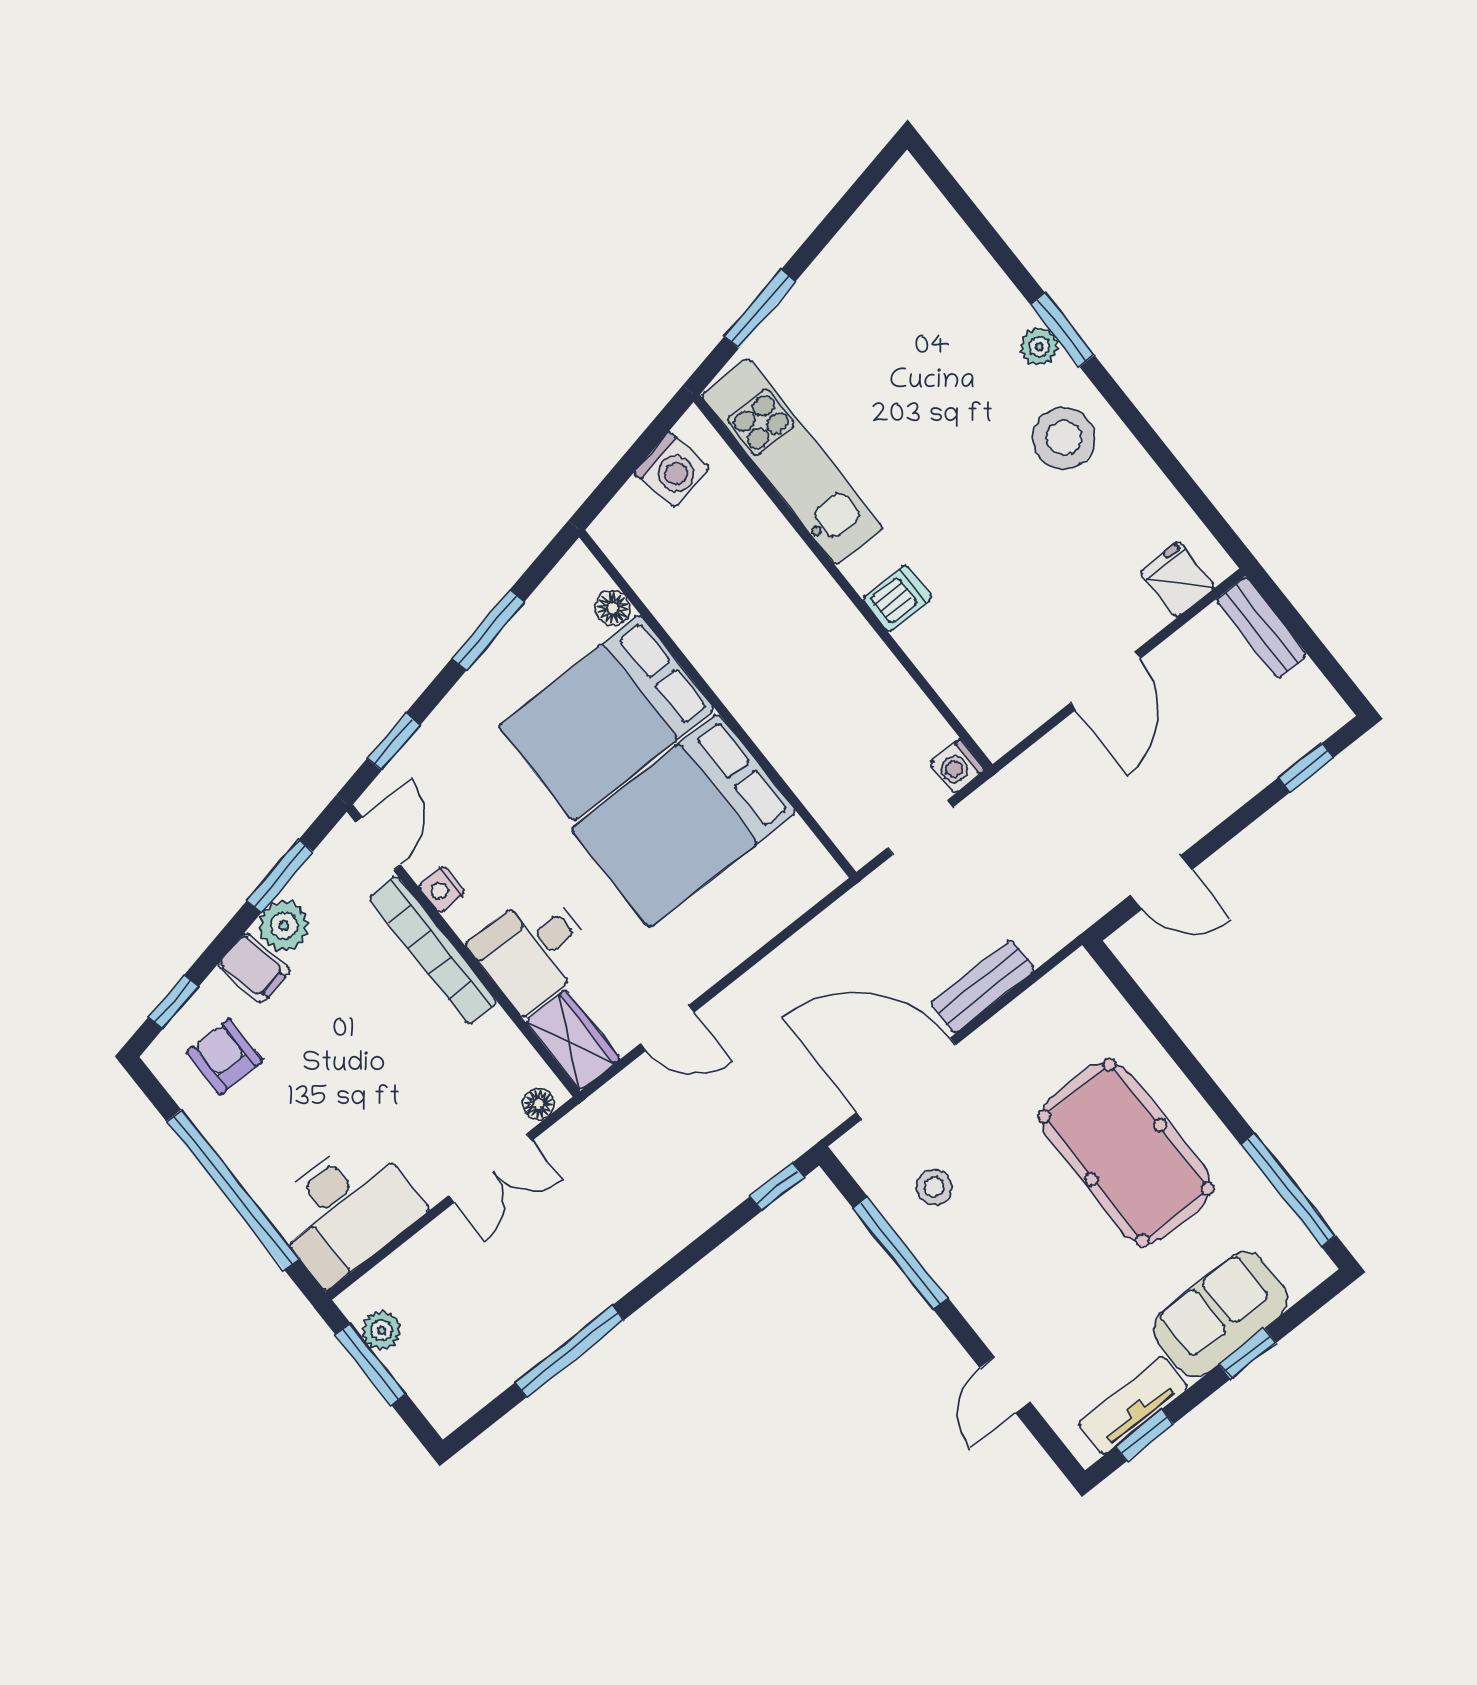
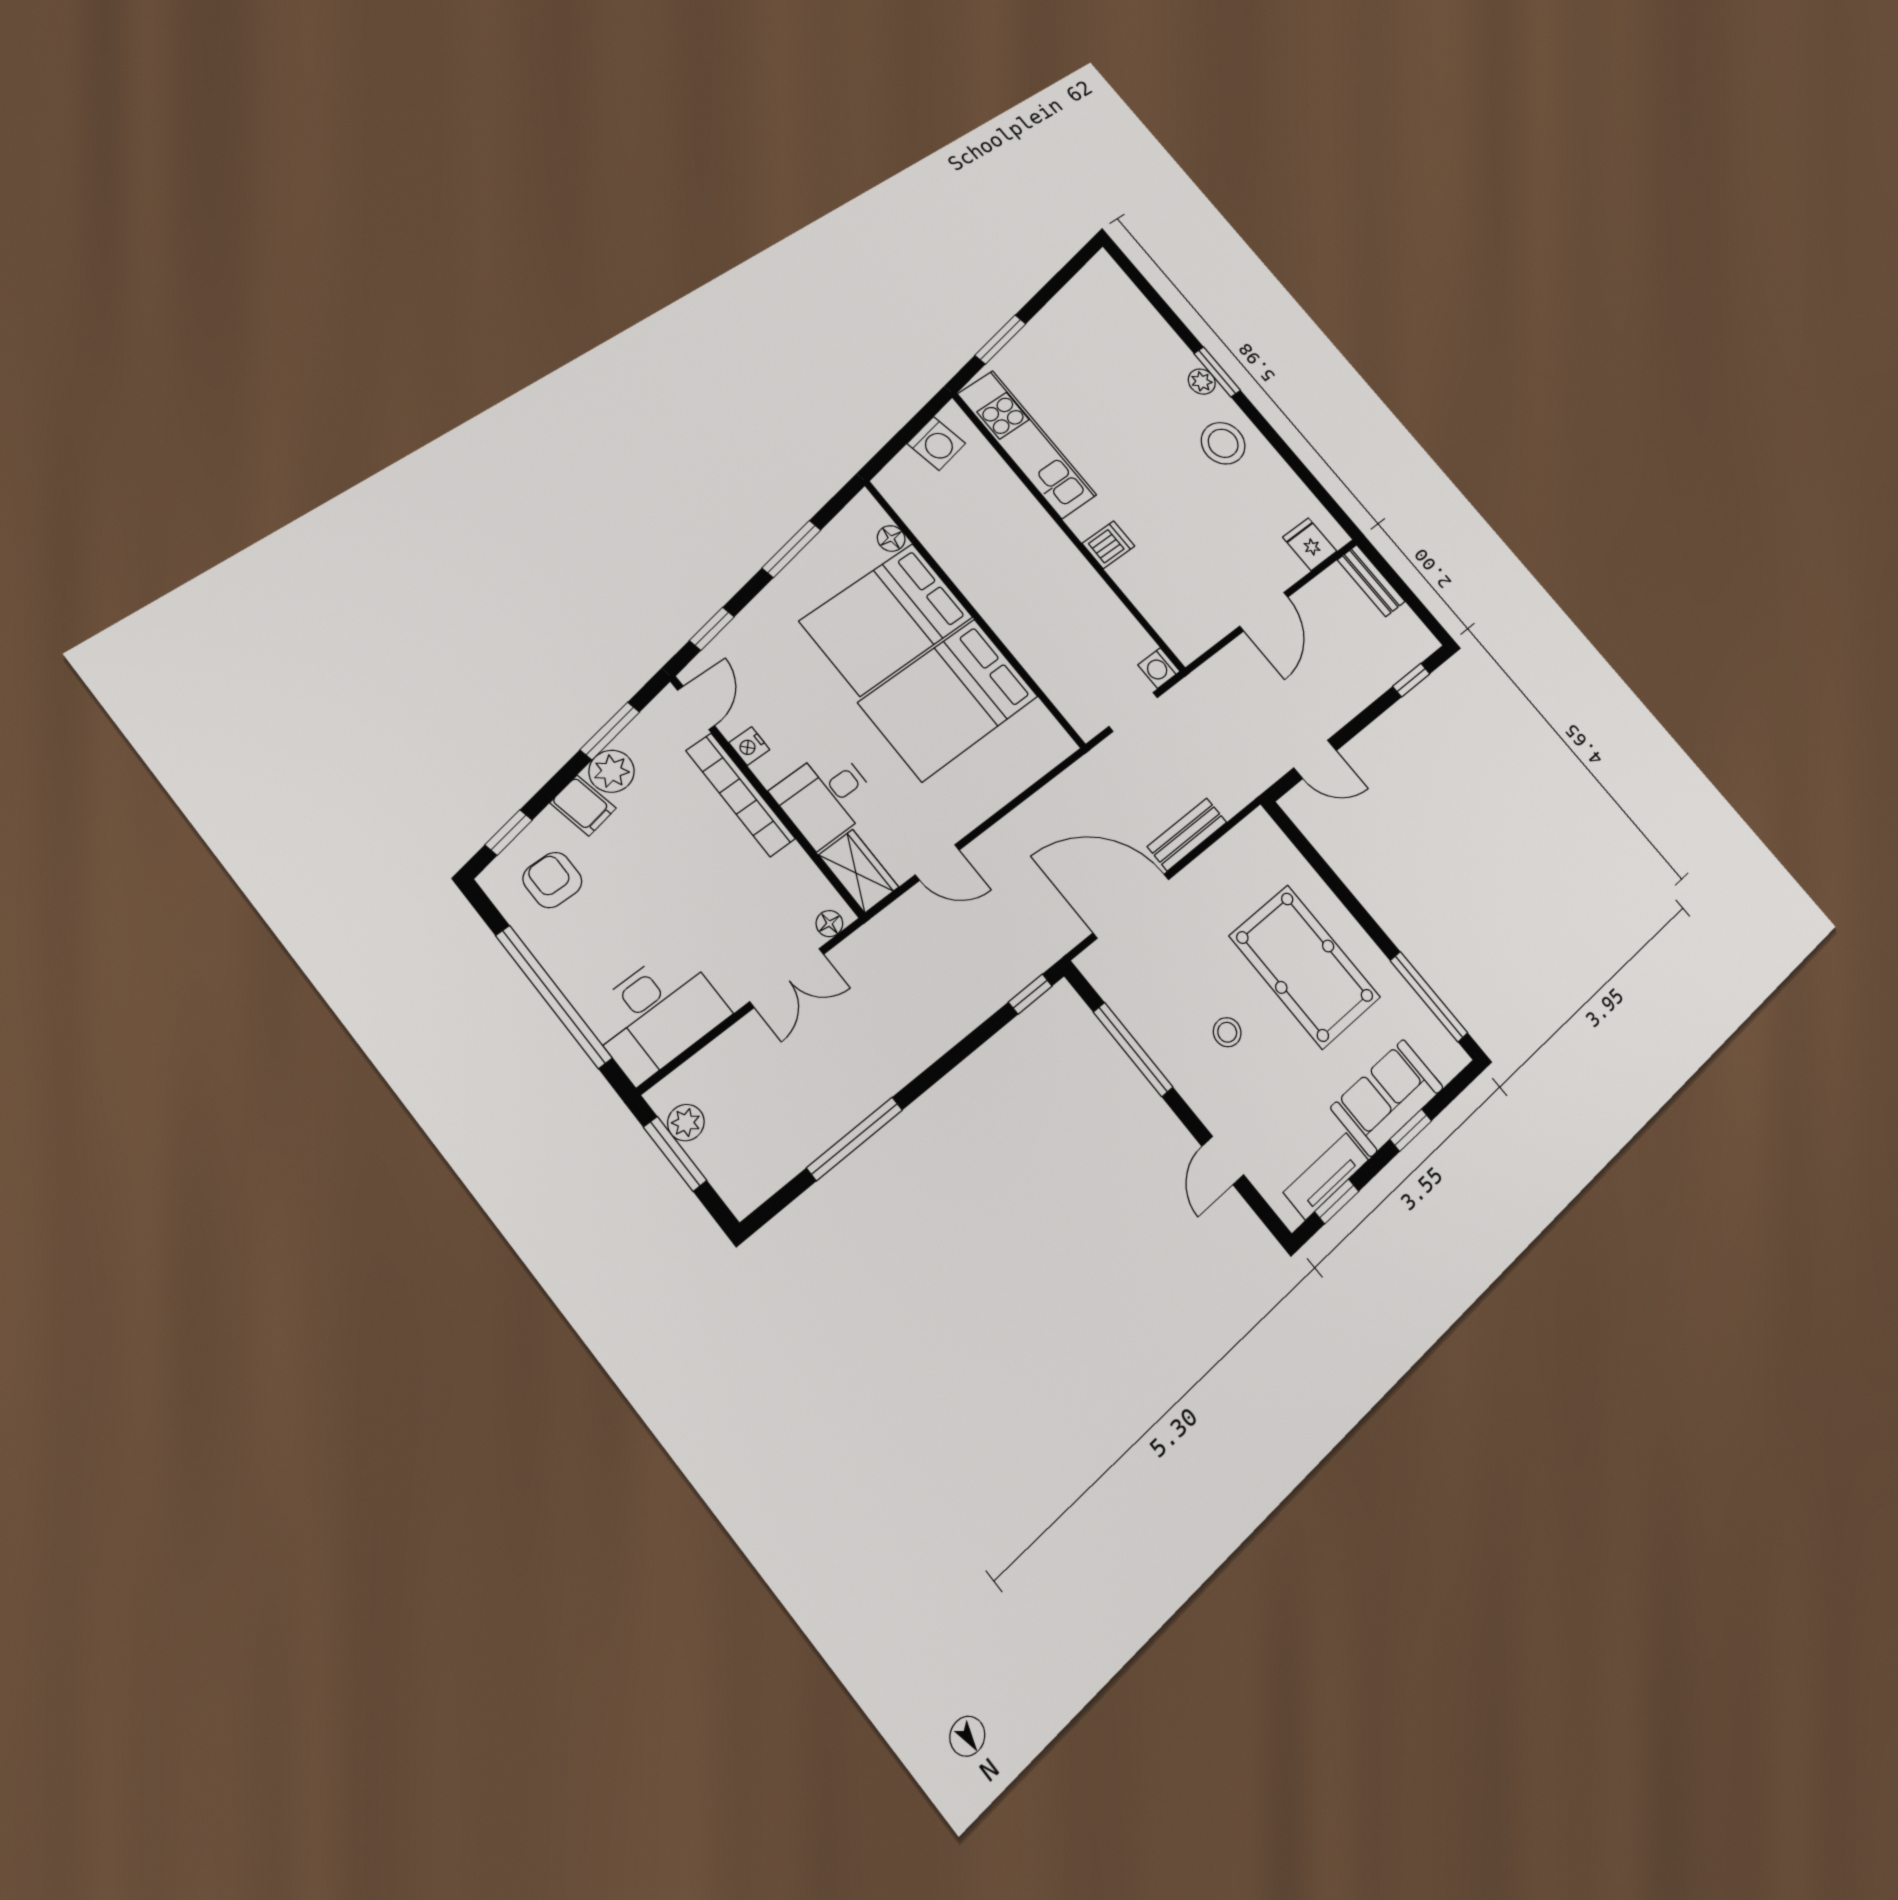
stool: (934, 1187) -> (1227, 1032), moved

